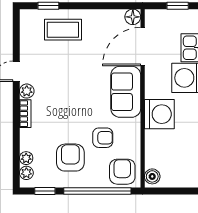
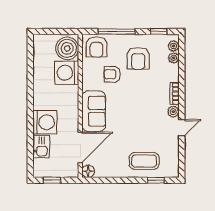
washing machine: (159, 114) -> (67, 73), moved
boiler: (152, 176) -> (67, 48), width x1.86, depth x1.86
window: (97, 191) -> (117, 31), width x0.68

